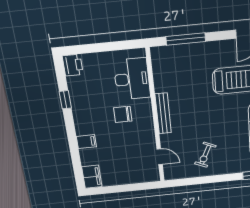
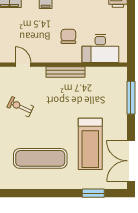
door: (160, 157) -> (23, 65), swing flipped

